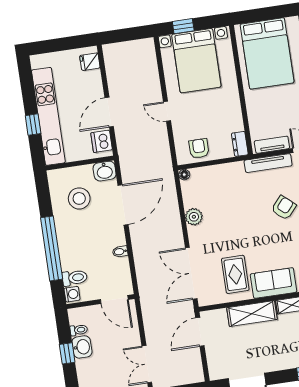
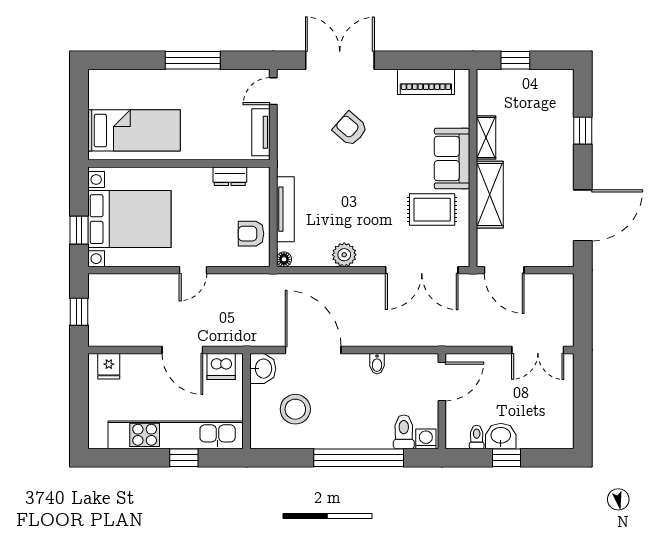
window: (125, 35) -> (79, 312), added
bed: (267, 53) -> (134, 130), width x0.67
dresser: (240, 144) -> (230, 176), moved
tv unit: (268, 163) -> (285, 209), moved

